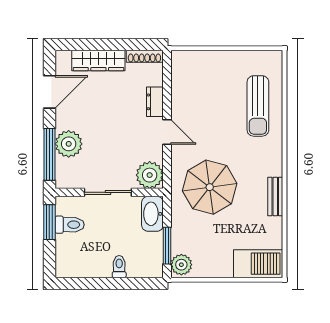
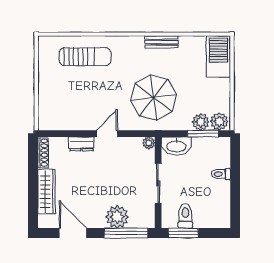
plant: (150, 175) -> (149, 143), width x0.53, depth x0.53
plant: (181, 243) -> (201, 122), added

